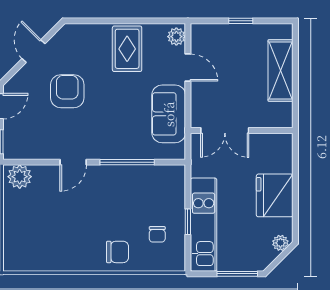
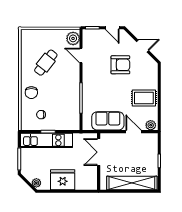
door: (188, 68) -> (133, 132), swing flipped
shelving: (281, 71) -> (132, 183), width x1.47
door: (73, 162) -> (81, 55), moved
cafe table: (63, 226) -> (46, 63), added

